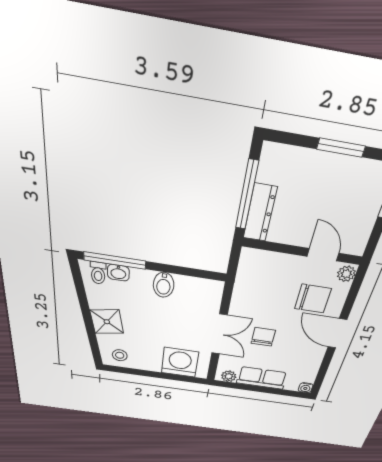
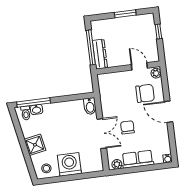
bidet: (164, 285) -> (90, 106), moved
washing machine: (180, 362) -> (69, 164), moved

